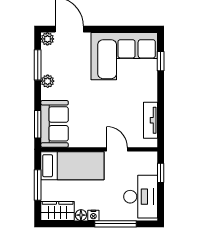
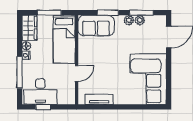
plant: (47, 39) -> (140, 20), moved
window: (161, 61) -> (144, 107), removed
window: (38, 124) -> (108, 13), moved
window: (161, 173) -> (43, 107), moved

